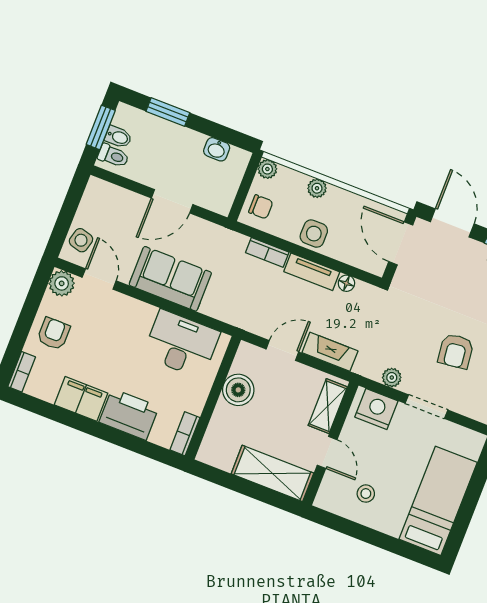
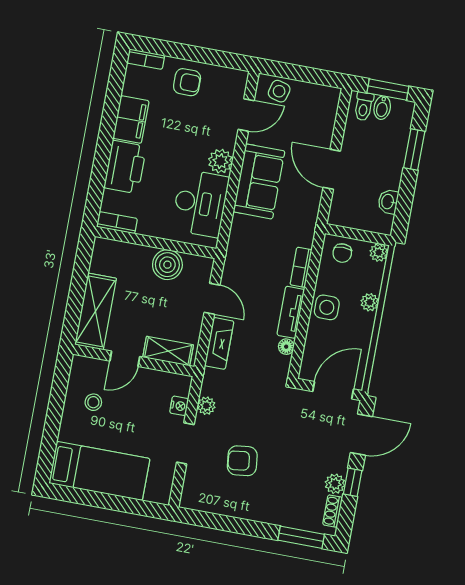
plant: (62, 283) -> (220, 161), moved
nightstand: (376, 409) -> (179, 406), width x0.53, depth x0.56

